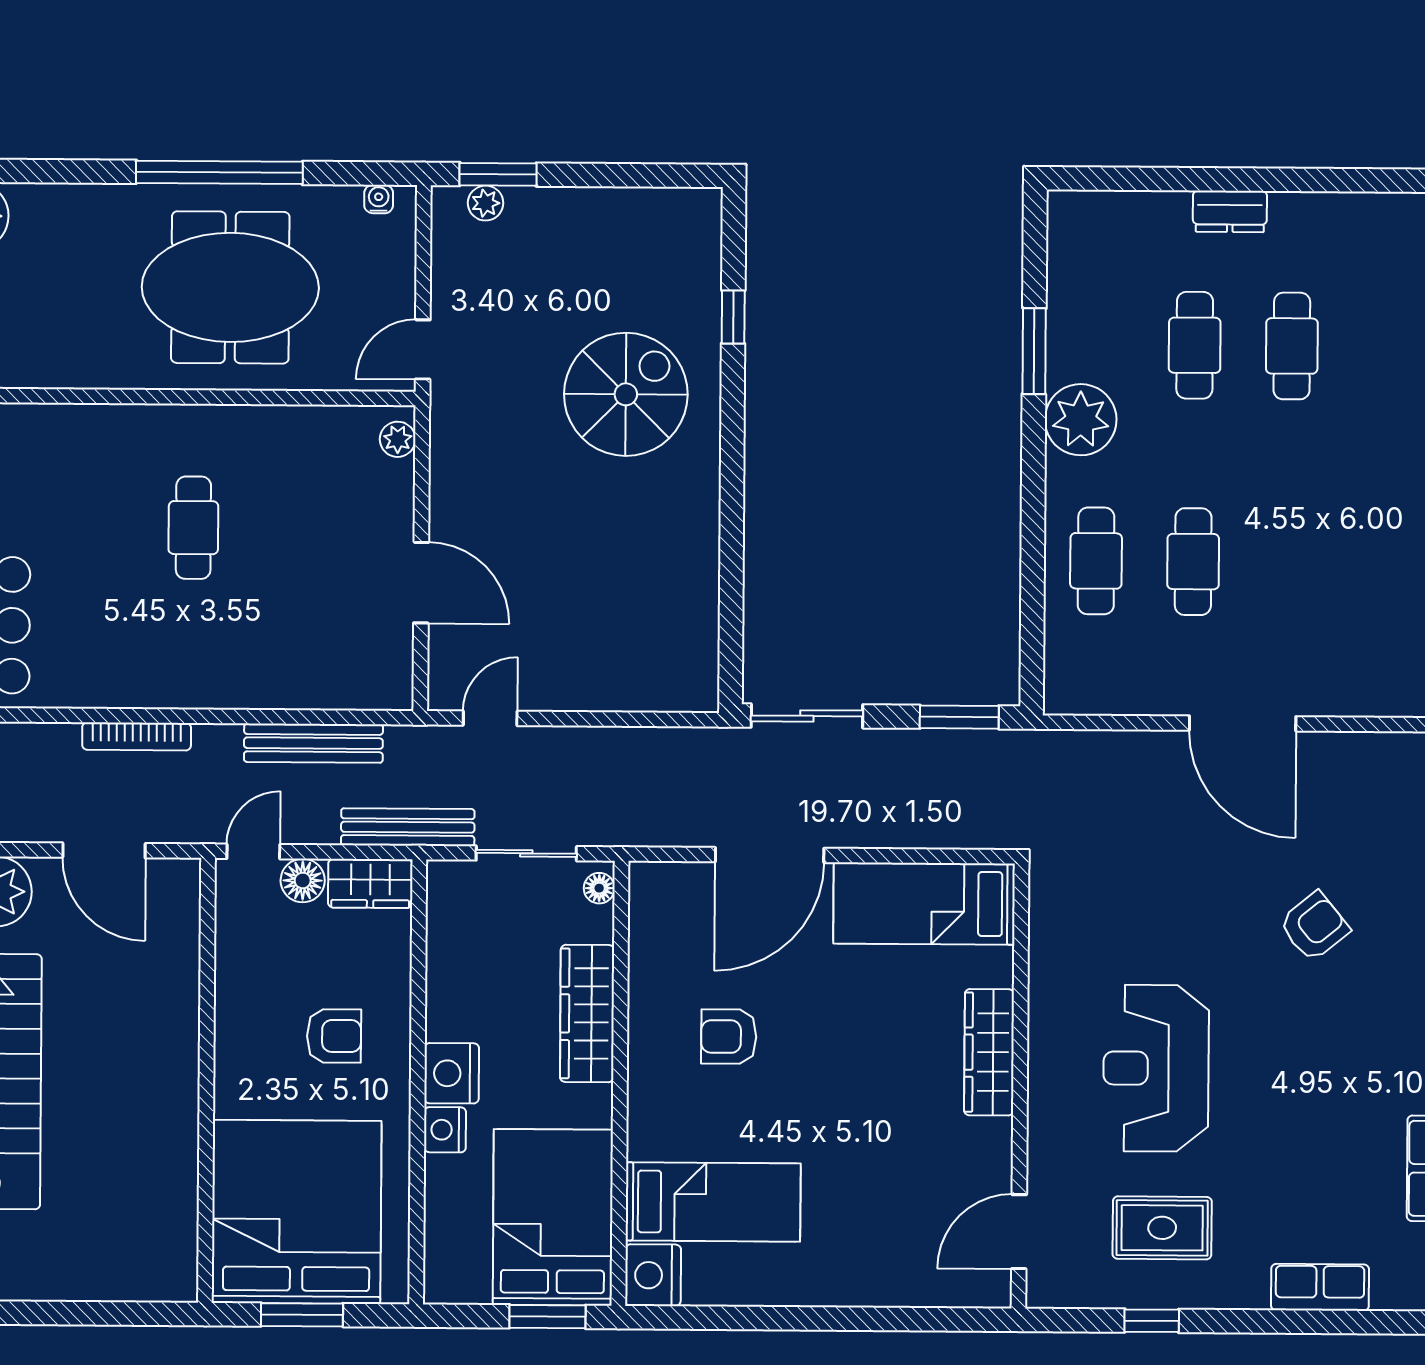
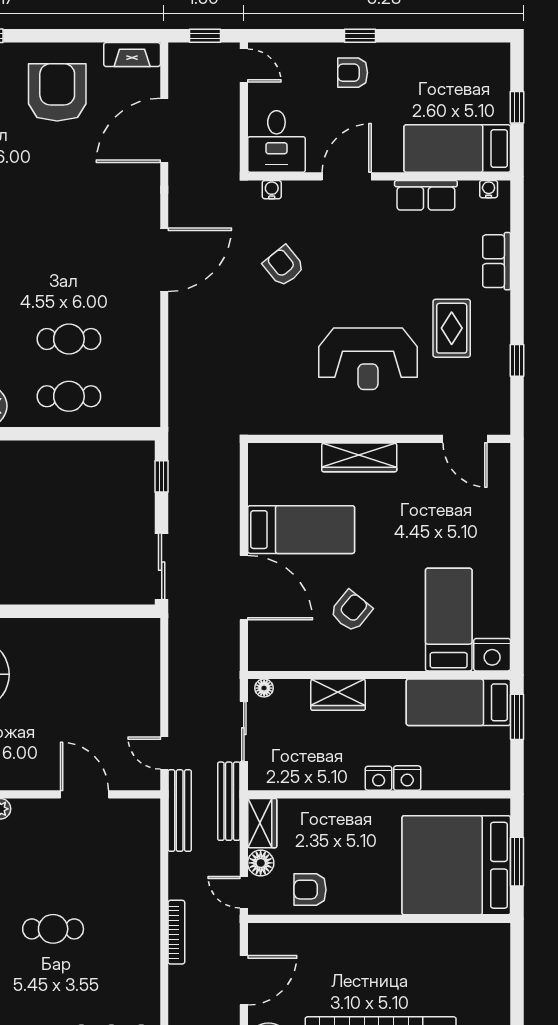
door: (421, 583) -> (85, 794), hinge flipped
window: (959, 717) -> (162, 476), width x0.67
door: (1243, 723) -> (164, 260), moved
bookcase: (137, 736) -> (176, 932), moved
bench: (313, 743) -> (180, 811), moved
bed: (924, 904) -> (301, 530), moved, turned -90
wardrobe: (587, 1014) -> (338, 695), width x0.67
armchair: (334, 1036) -> (310, 890), moved, turned -90
armchair: (729, 1037) -> (351, 611), turned -141
nightstand: (452, 1073) -> (379, 778), width x0.74, depth x0.75
bed: (553, 1217) -> (458, 702), width x0.67
rug: (1162, 1228) -> (452, 328), moved

